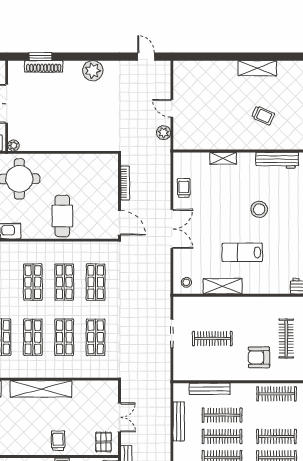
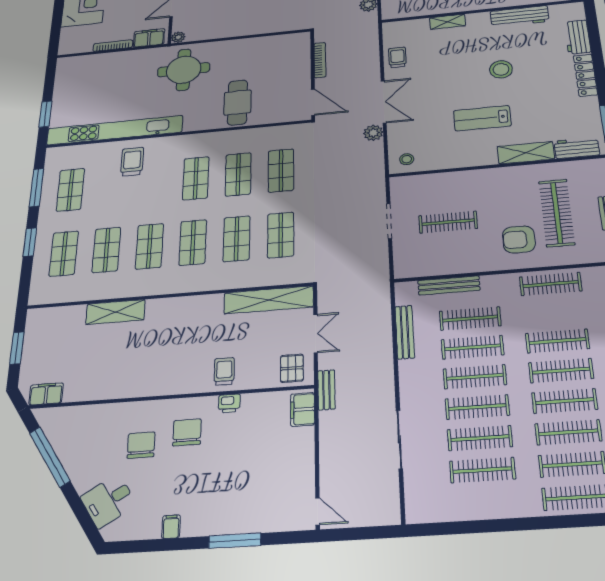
plant: (163, 256) -> (373, 133), added
shelving: (223, 286) -> (526, 153), moved
clothes rail: (286, 339) -> (557, 213), width x1.37, depth x1.31
shelving: (41, 389) -> (269, 300), moved

